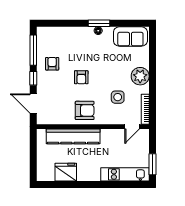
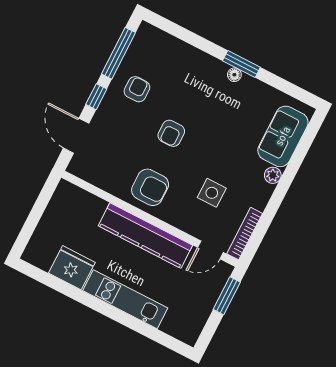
sofa: (130, 36) -> (283, 136), moved, turned 90
plant: (140, 76) -> (273, 175), width x0.53, depth x0.53
kitchen counter: (73, 136) -> (145, 236), moved
window: (152, 164) -> (227, 296), moved
kitchen unit: (125, 174) -> (125, 299), moved

